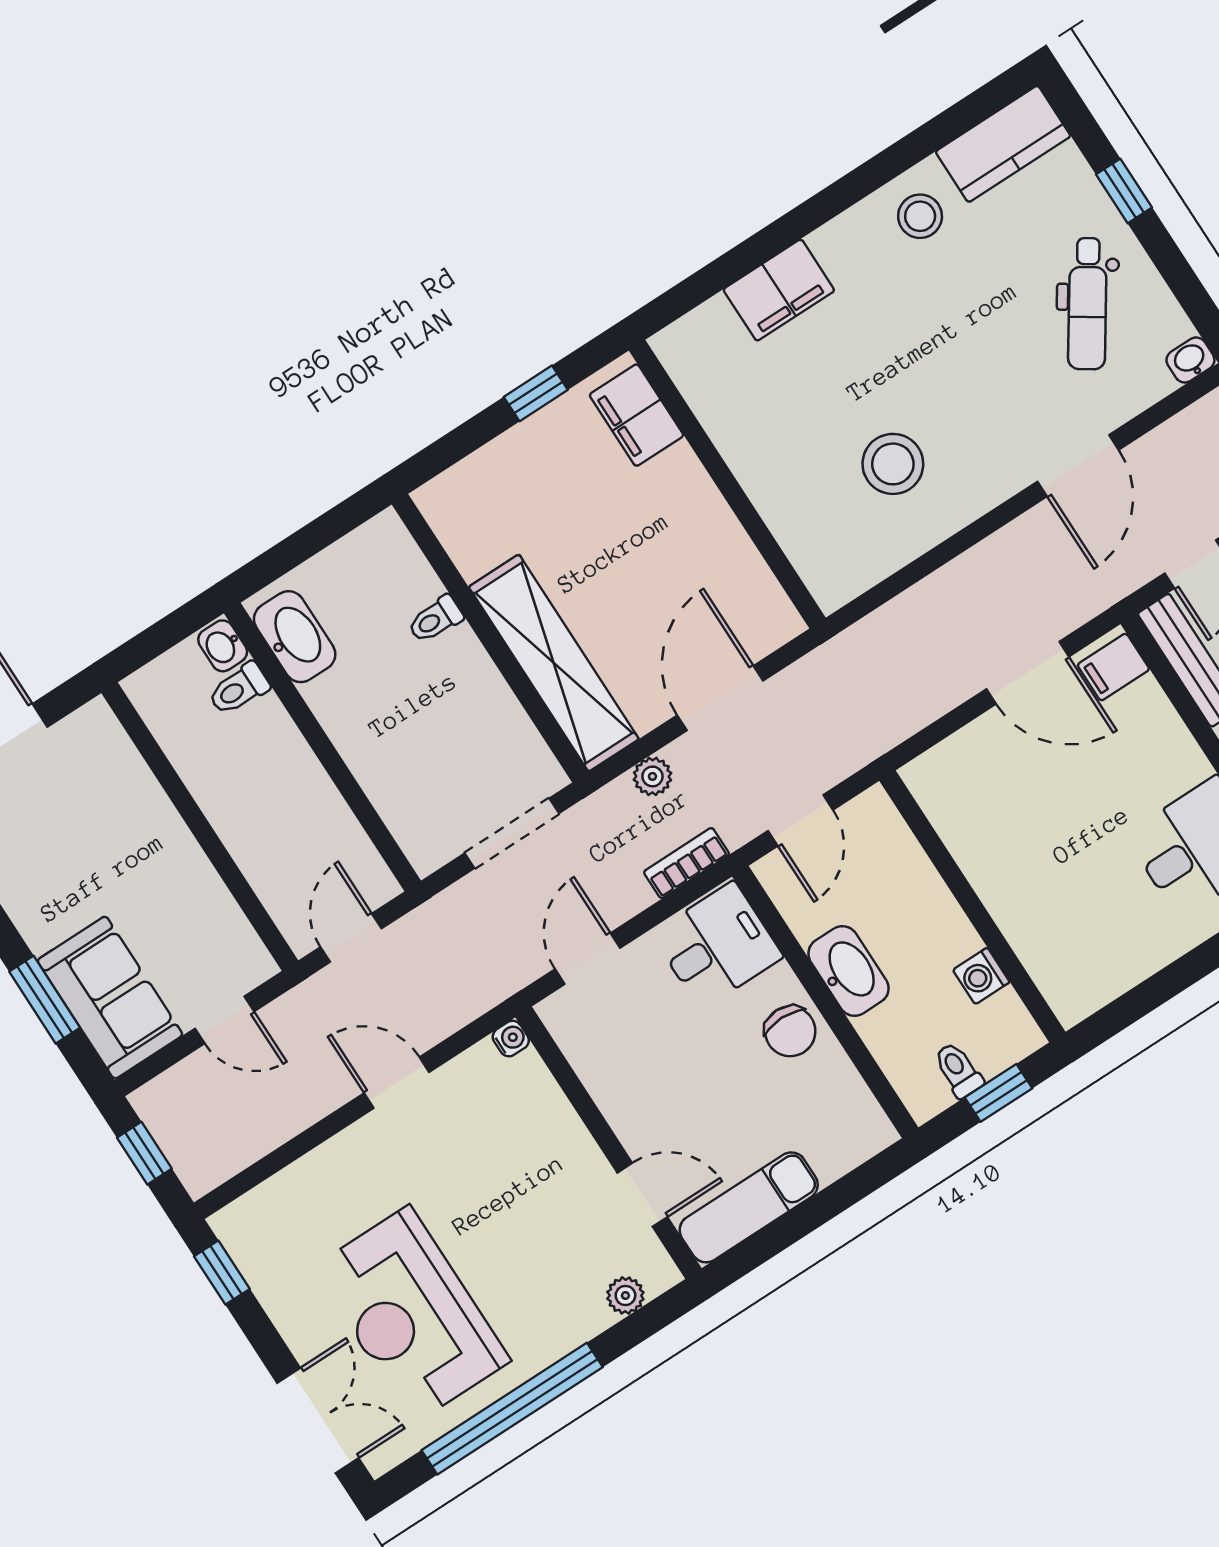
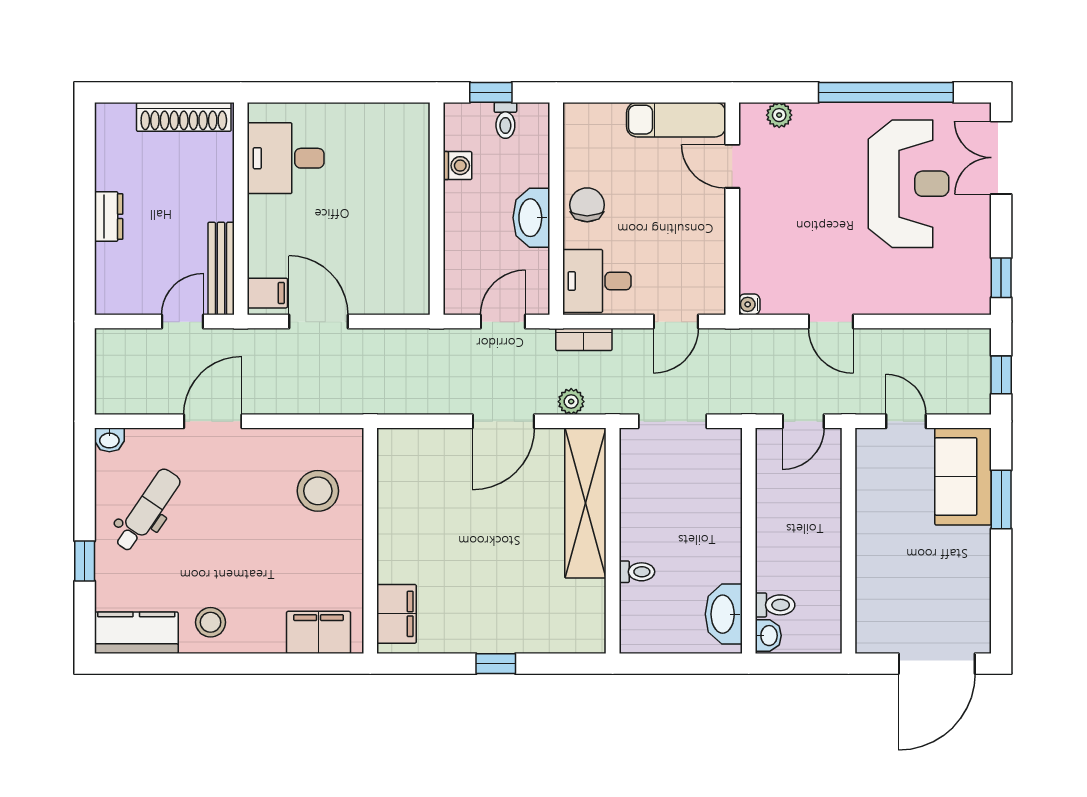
filing cabinet: (636, 415) -> (396, 614), moved
wall: (727, 484) -> (370, 541), moved

